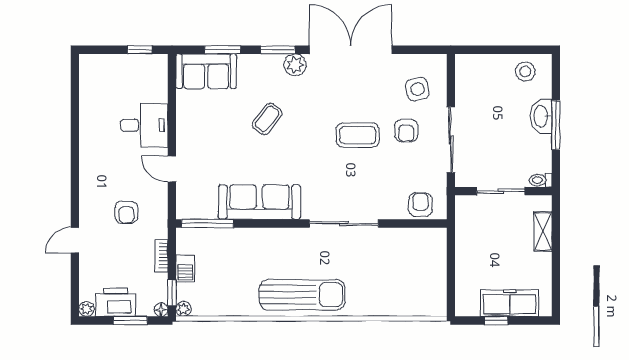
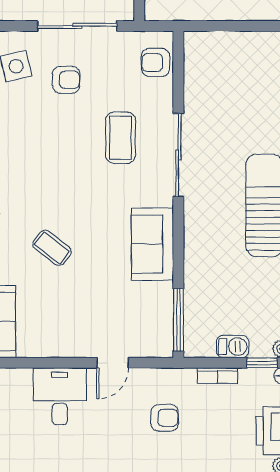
coffee table: (358, 135) -> (120, 138), moved
sofa: (259, 202) -> (153, 244), width x0.73

